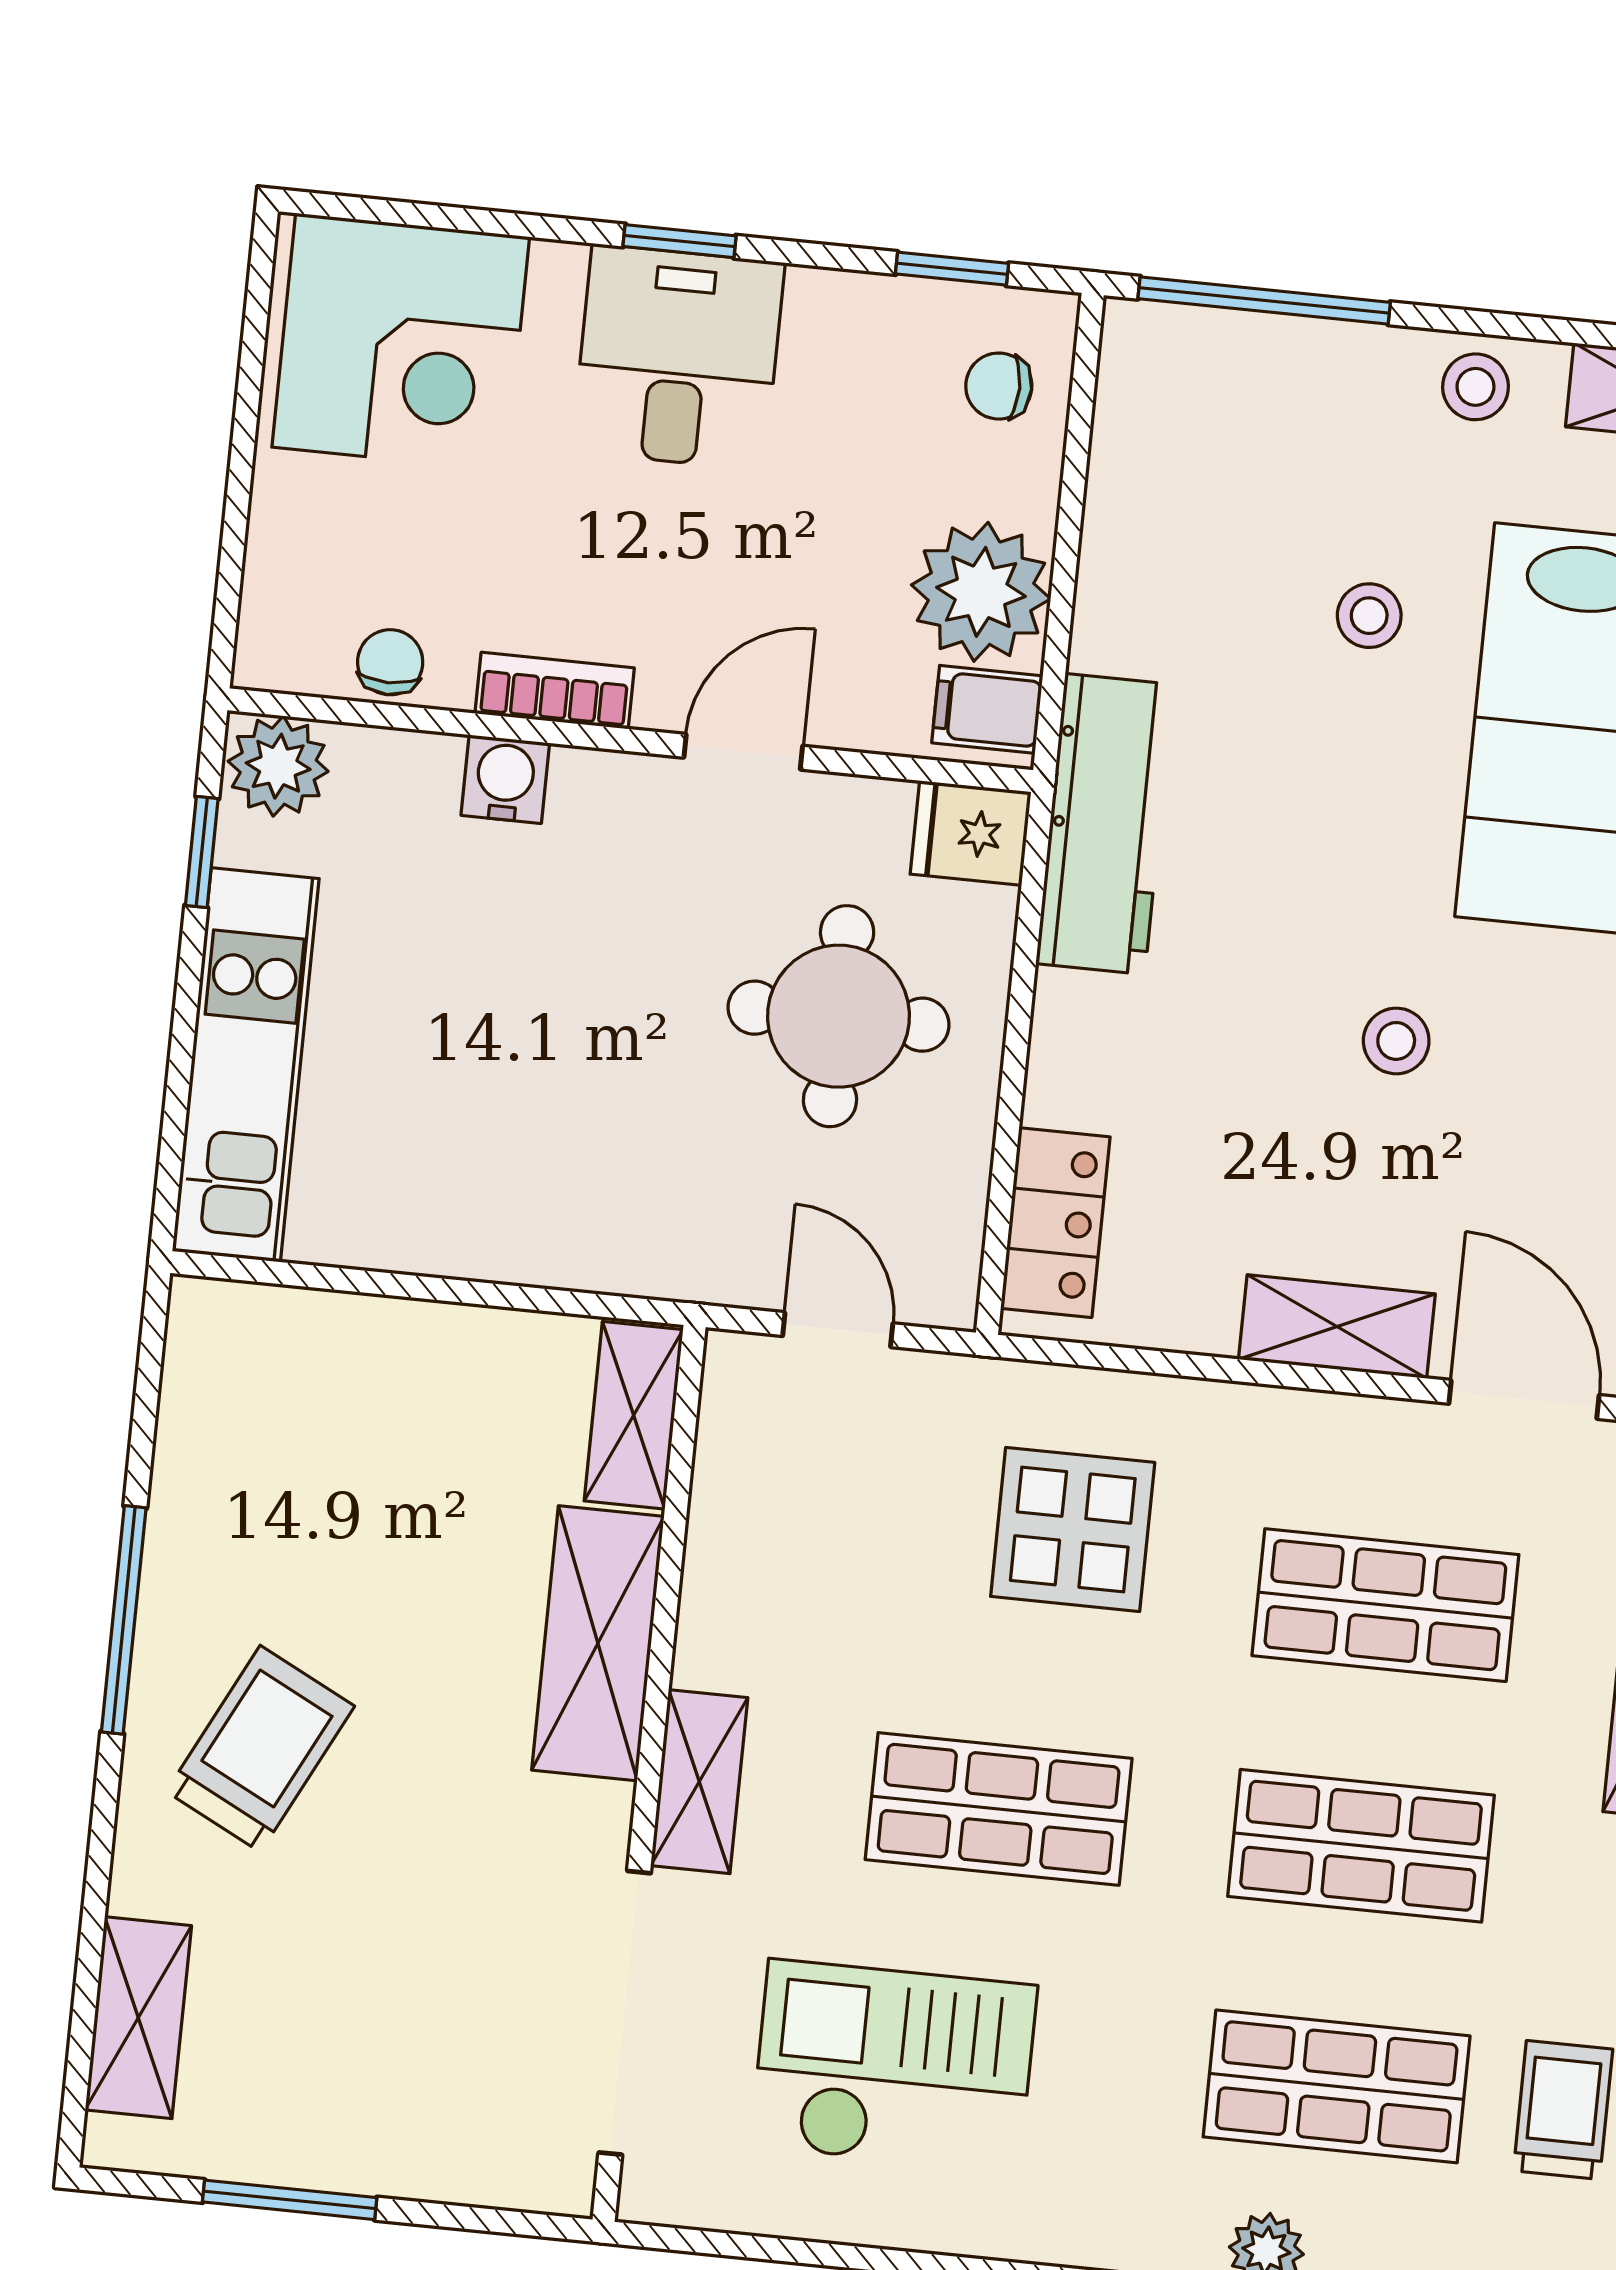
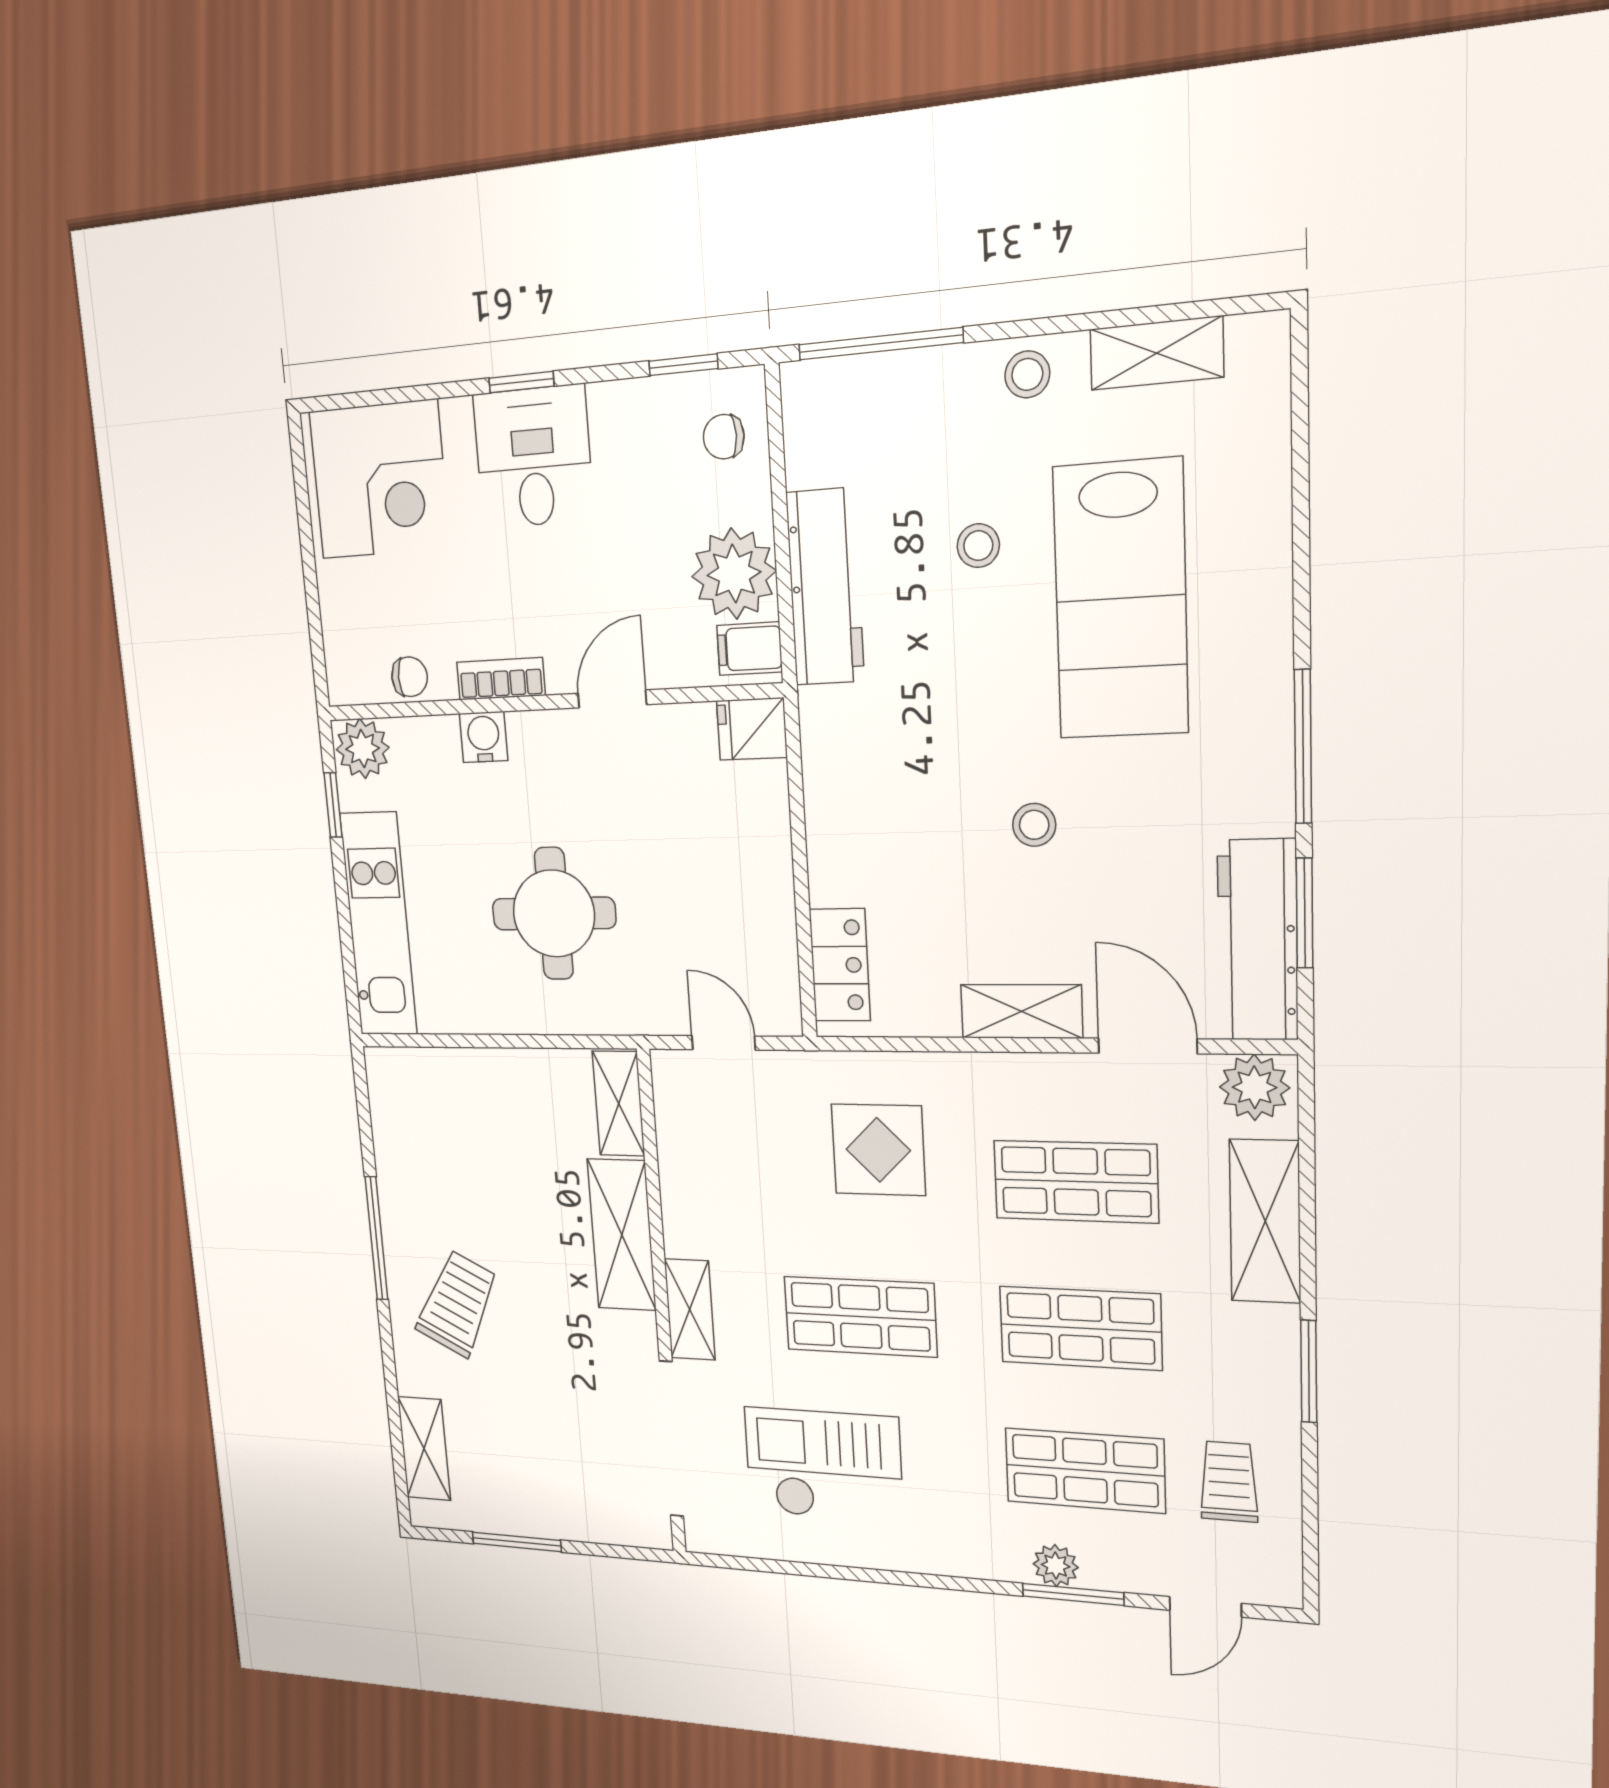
chair: (390, 662) -> (410, 677), turned 90
workbench: (1105, 824) -> (825, 587), moved
round table: (839, 1016) -> (554, 914), moved

